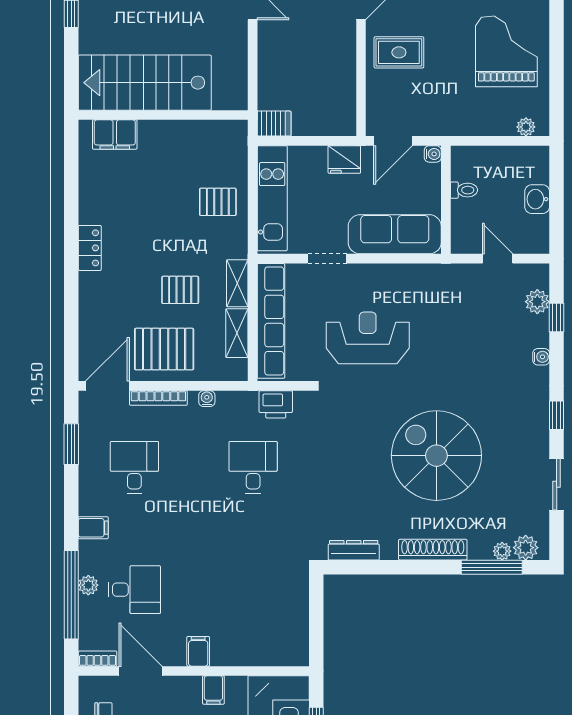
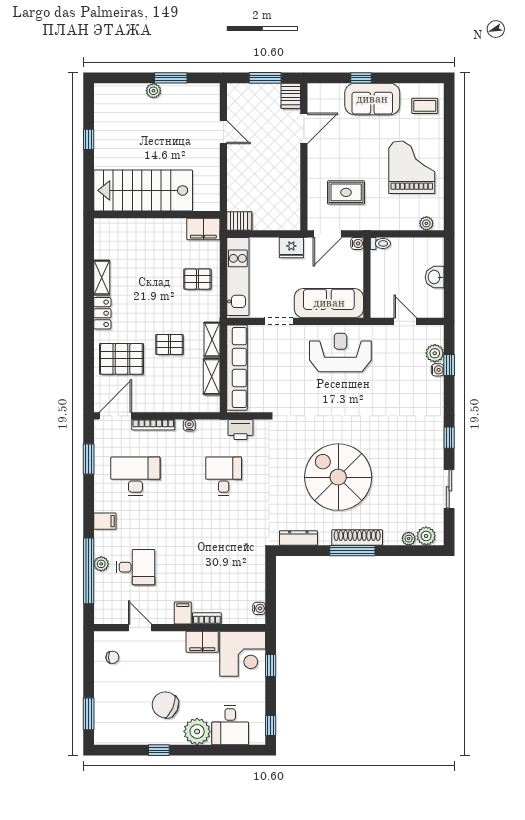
rug: (399, 52) -> (346, 192), moved
filing cabinet: (115, 134) -> (203, 229), moved
toilet: (464, 190) -> (380, 243), moved
shelving: (89, 200) -> (102, 278), added
reception desk: (368, 338) -> (340, 352), moved
pallet: (164, 349) -> (121, 359), moved
water cooler: (541, 357) -> (438, 370), moved
spiral stairs: (436, 456) -> (338, 477), moved
desk: (134, 467) -> (135, 476), width x1.37
window: (492, 567) -> (352, 551), moved
water cooler: (301, 645) -> (259, 608), added
bookcase: (98, 659) -> (207, 618), moved
door: (140, 671) -> (140, 628), width x0.73
filing cabinet: (213, 690) -> (202, 642), width x2.00

